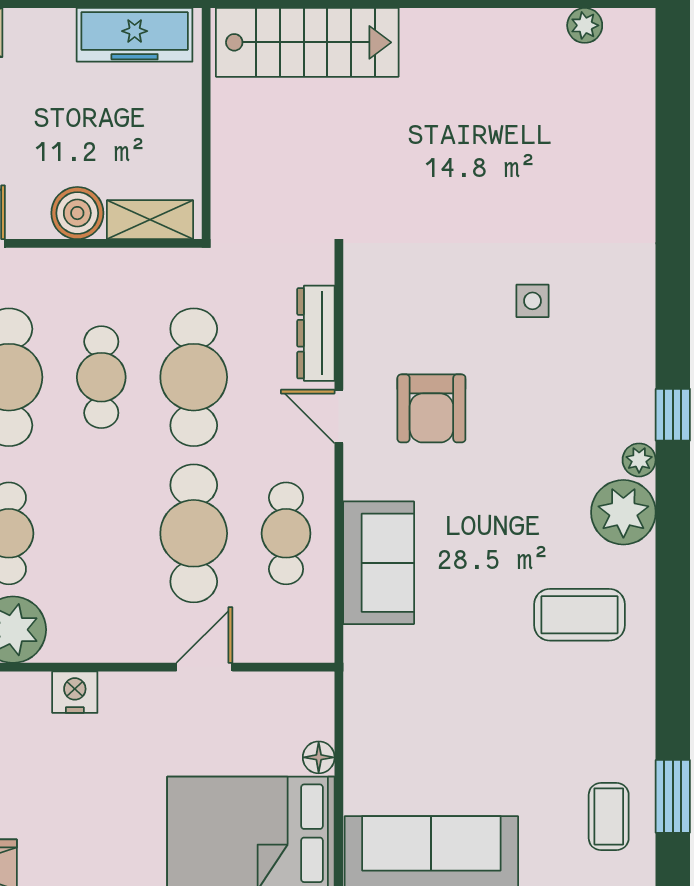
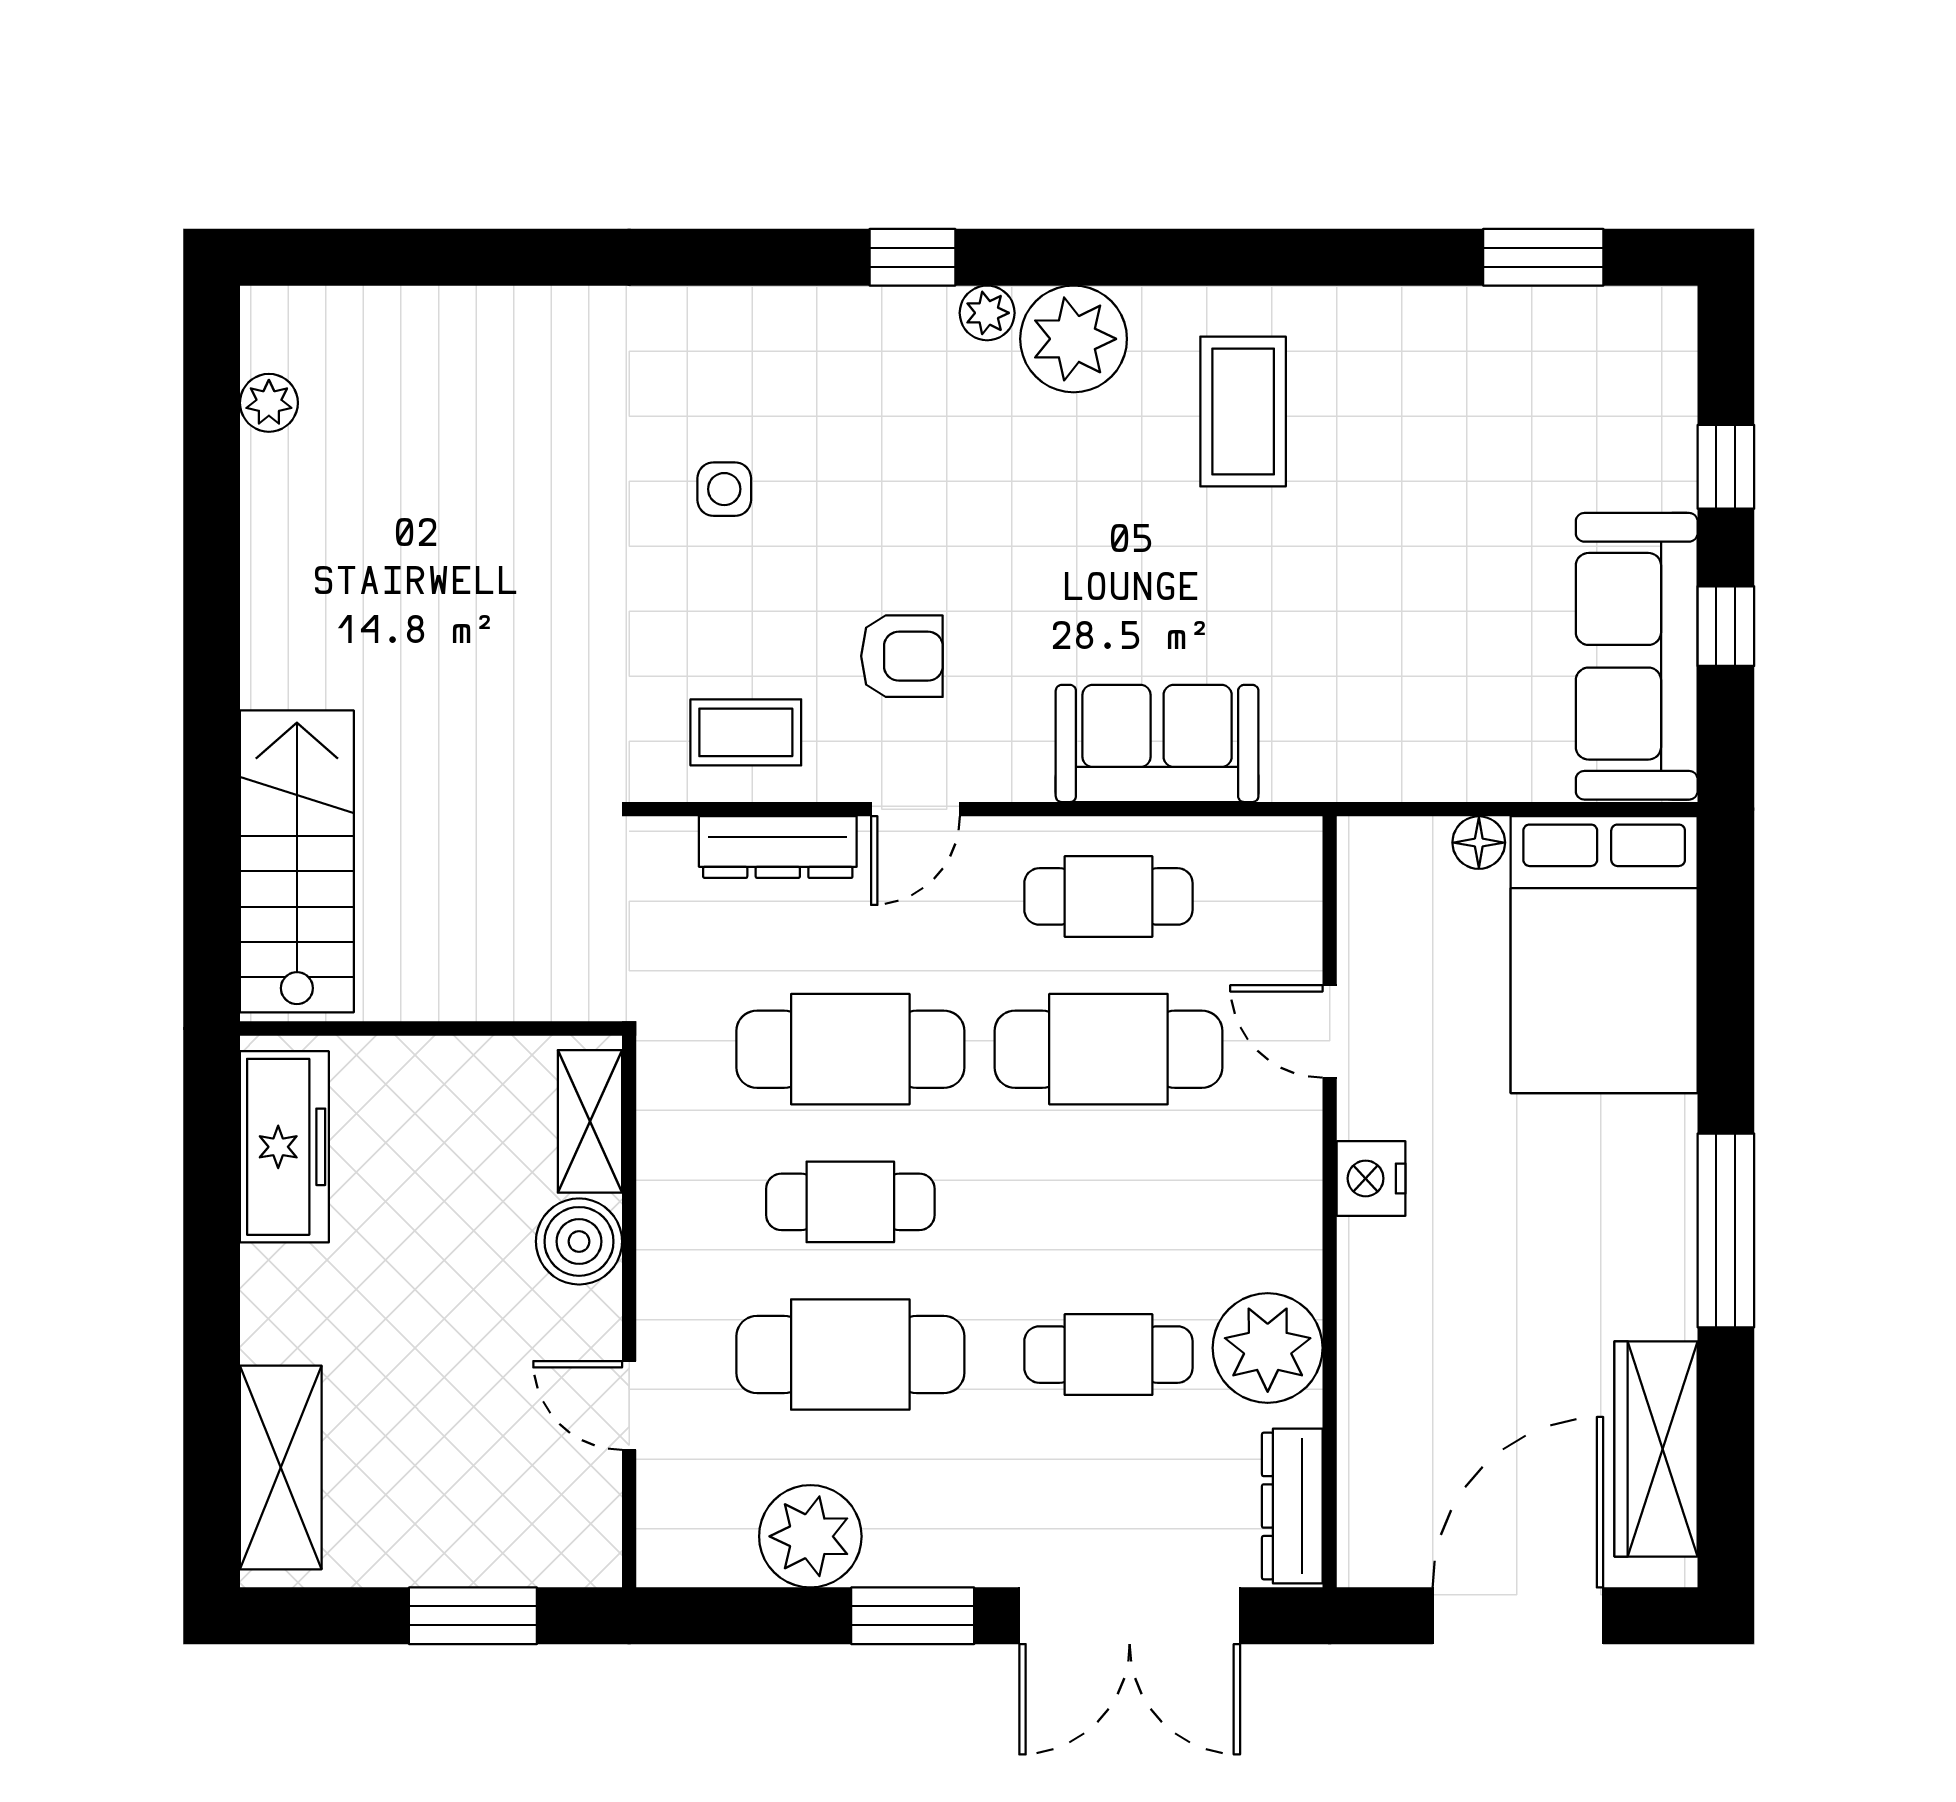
armchair: (431, 408) -> (902, 656), width x0.72, depth x0.72
nightstand: (75, 692) -> (1371, 1178), moved
coffee table: (609, 817) -> (746, 732), moved

